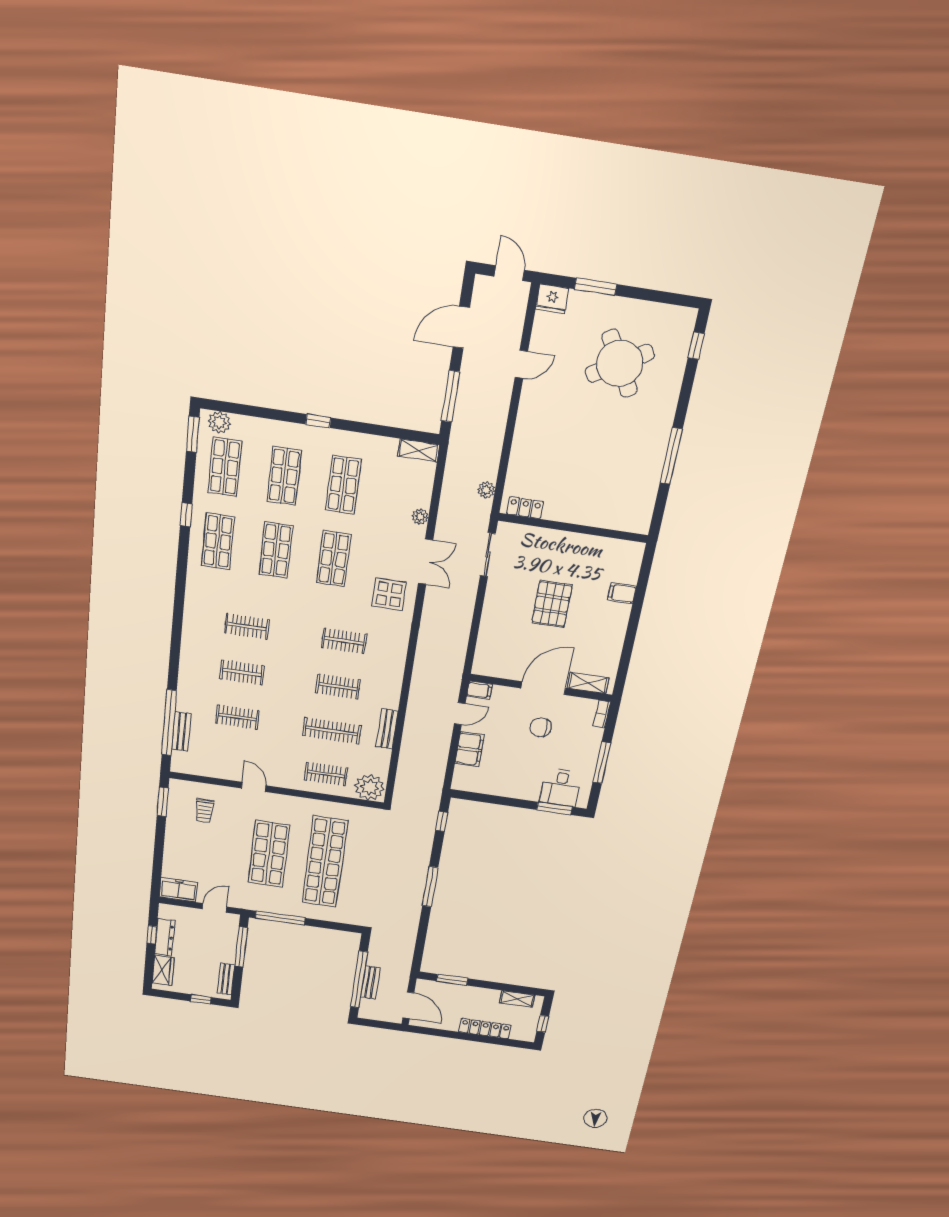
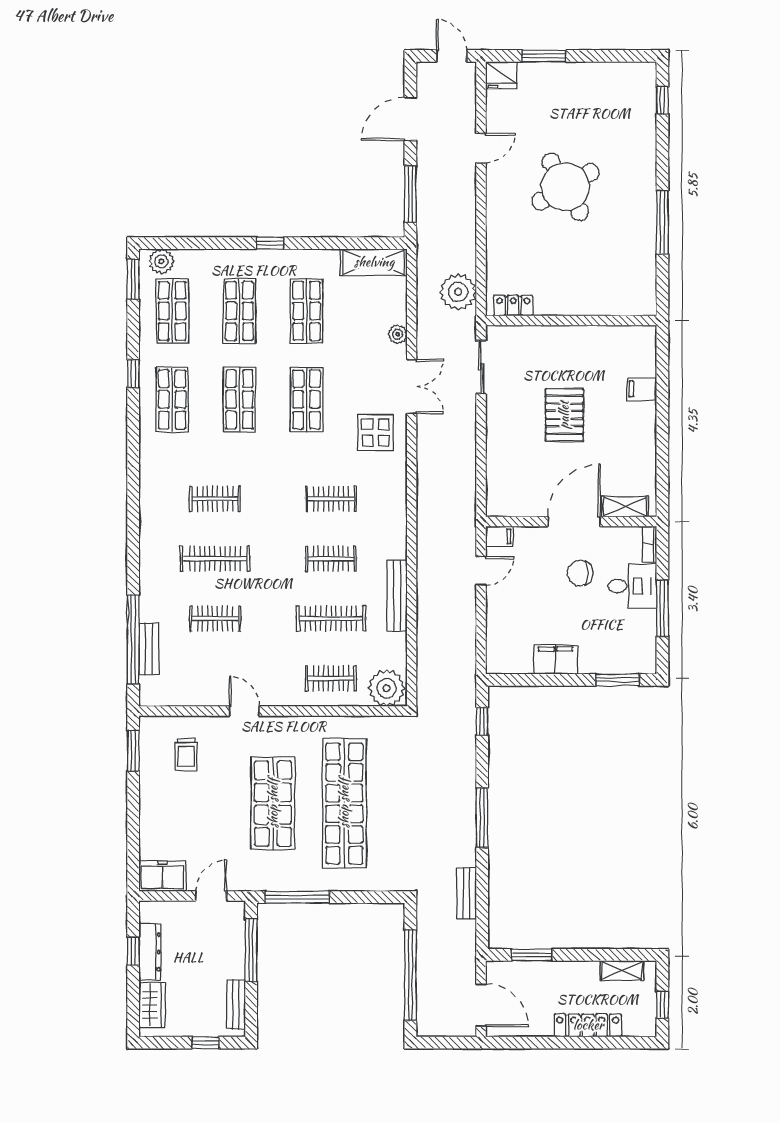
round table: (620, 363) -> (565, 187), moved
shelving: (419, 450) -> (374, 262), width x1.50, depth x1.33
plant: (486, 490) -> (458, 292), width x1.87, depth x1.87
clothes rail: (242, 672) -> (215, 559), width x1.36
bench: (387, 729) -> (397, 596), width x1.36
filing cabinet: (470, 749) -> (556, 659), moved, turned -90
desk: (561, 787) -> (632, 586), moved, turned -90
bench: (370, 983) -> (467, 893), moved

